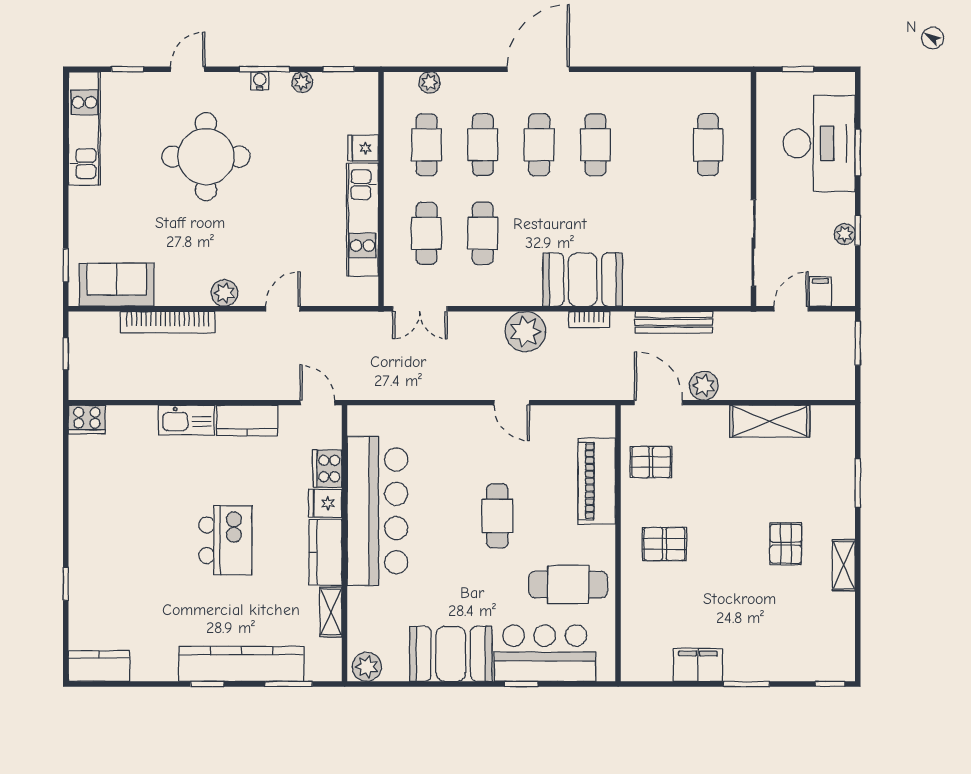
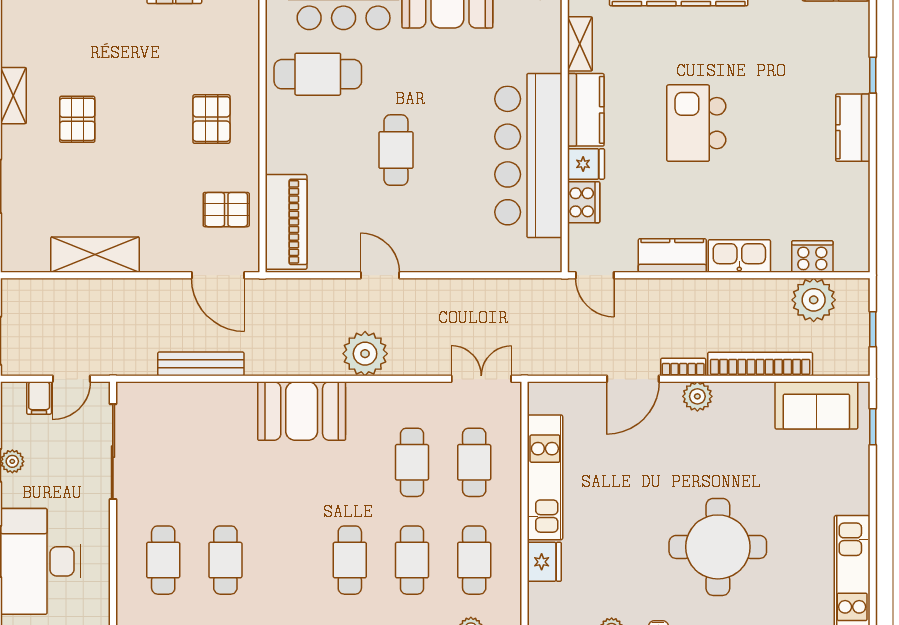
cafe table: (595, 145) -> (225, 560), moved
fridge: (363, 148) -> (544, 562), width x1.38
door: (283, 309) -> (633, 379), width x1.38
bookcase: (589, 320) -> (683, 367), moved
plant: (704, 386) -> (814, 300), moved, width x1.36, depth x1.36
cooker: (87, 420) -> (812, 256), moved
piano: (597, 481) -> (286, 222), moved
kitchen counter: (84, 536) -> (853, 128), added
pallet: (664, 544) -> (211, 119), turned 90

